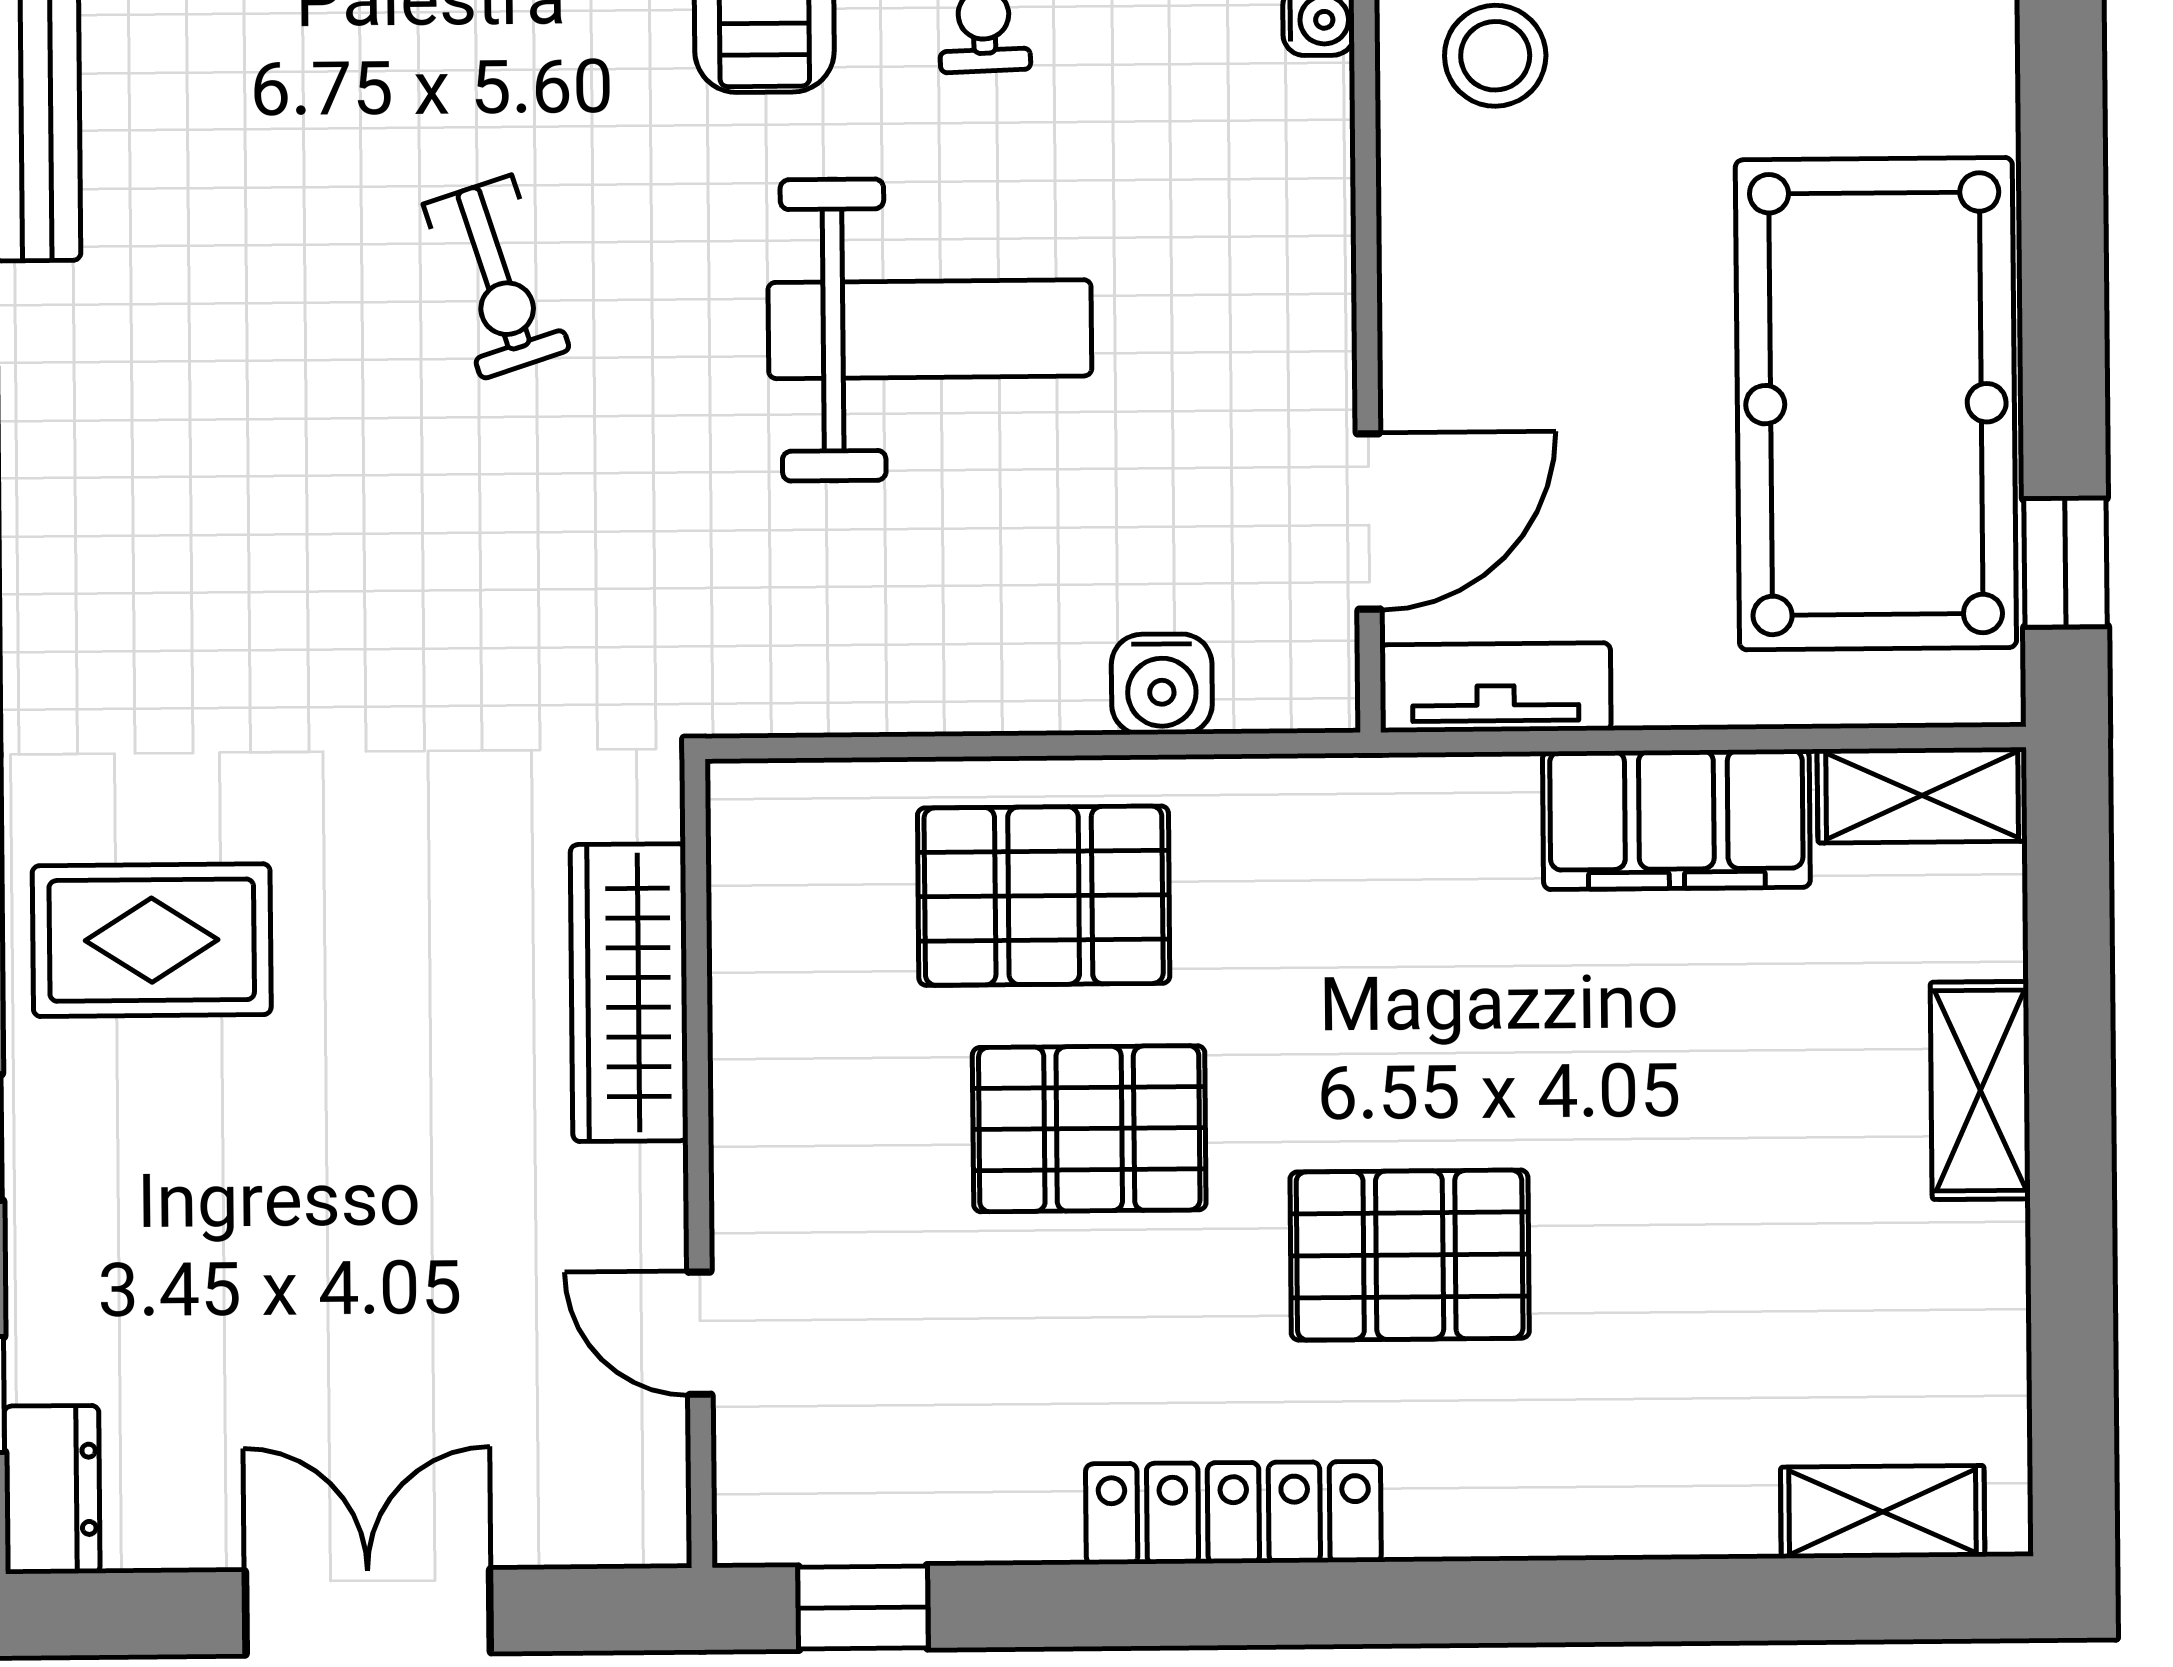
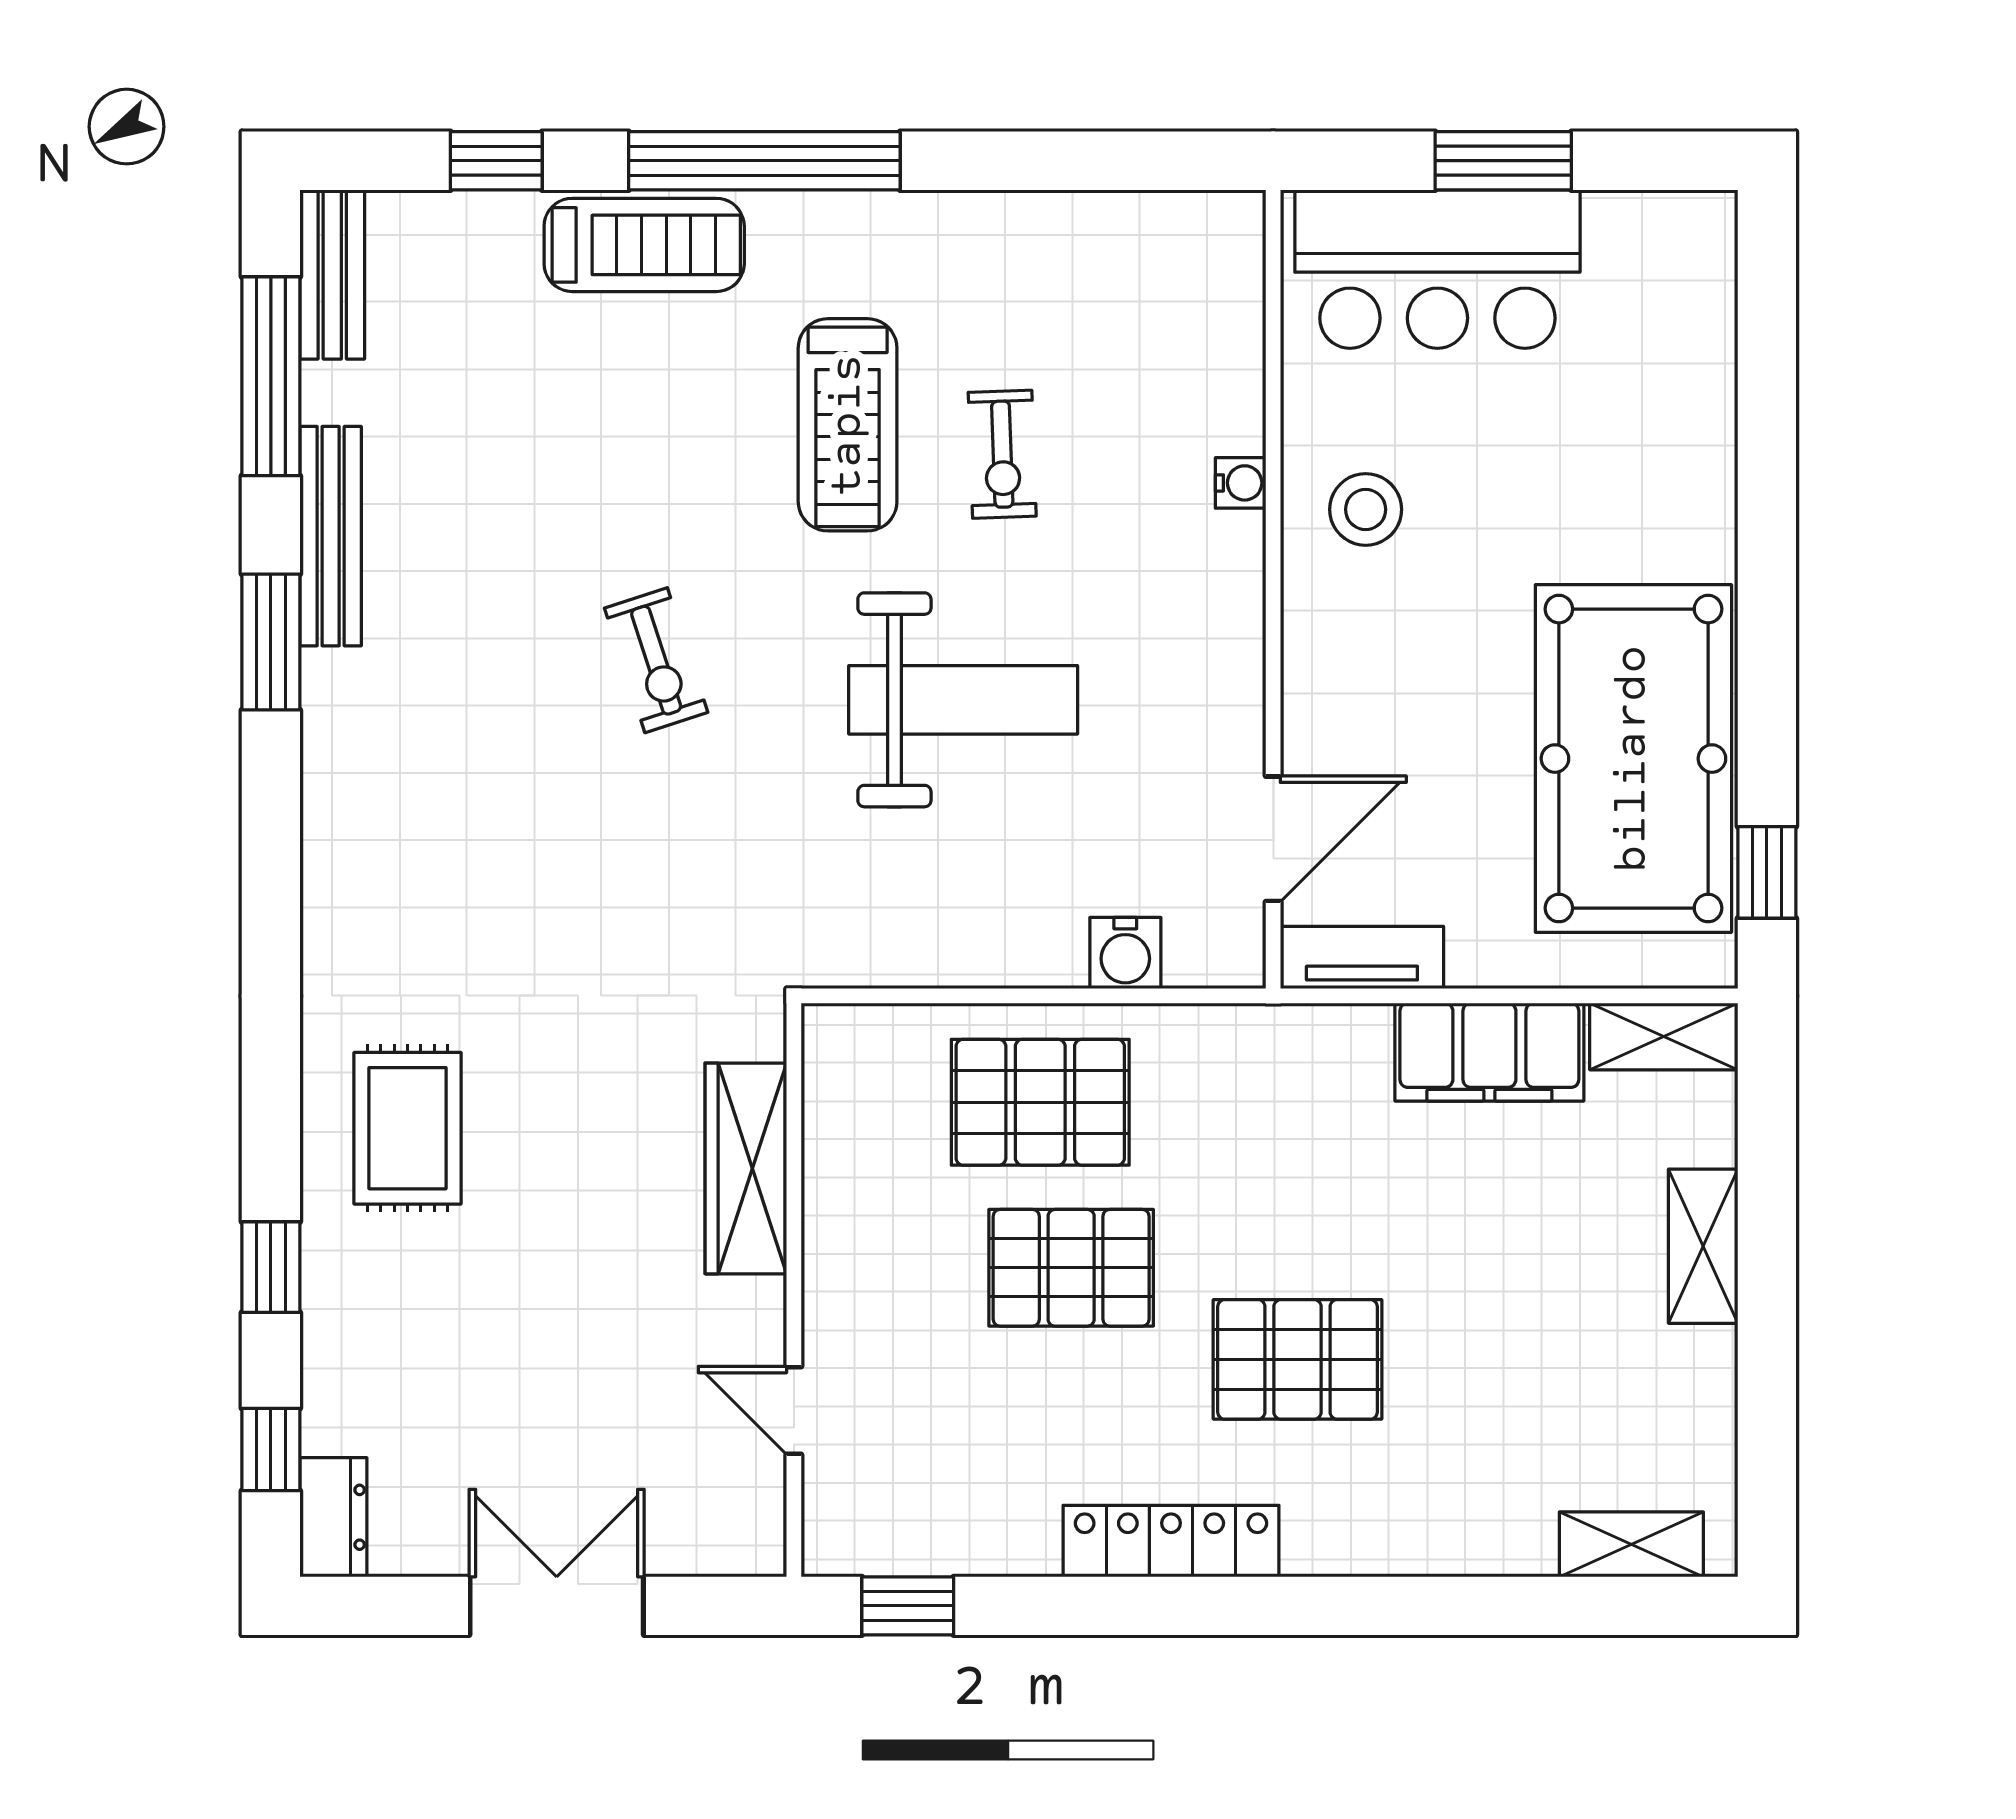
rug: (152, 940) -> (407, 1128), turned 90

